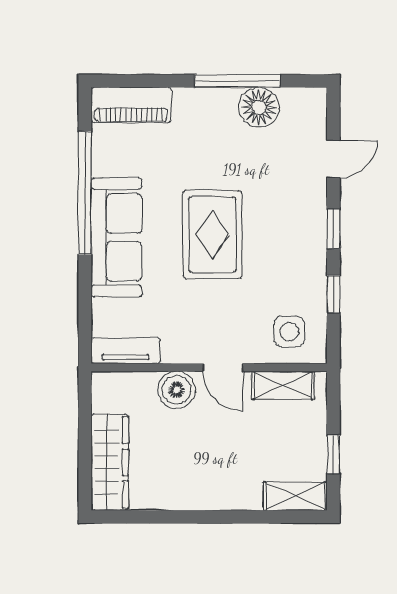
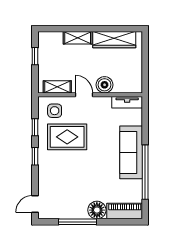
floor lamp: (259, 107) -> (97, 210), moved
door: (333, 159) -> (35, 204), moved
rug: (212, 235) -> (67, 137), moved, turned 90
wardrobe: (110, 462) -> (114, 40), moved, turned -90
shelving: (295, 496) -> (78, 38), moved

